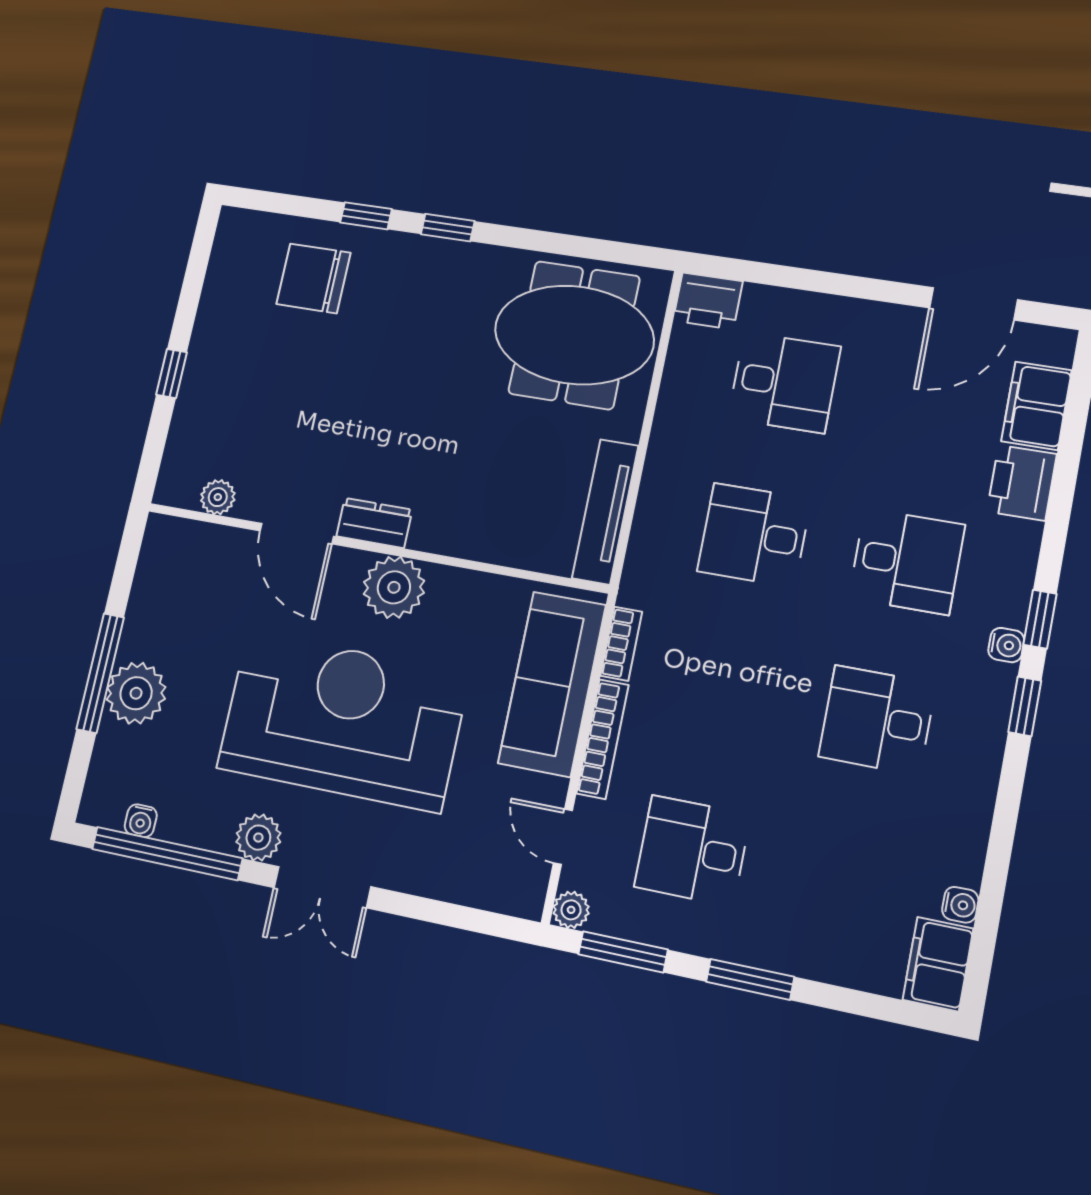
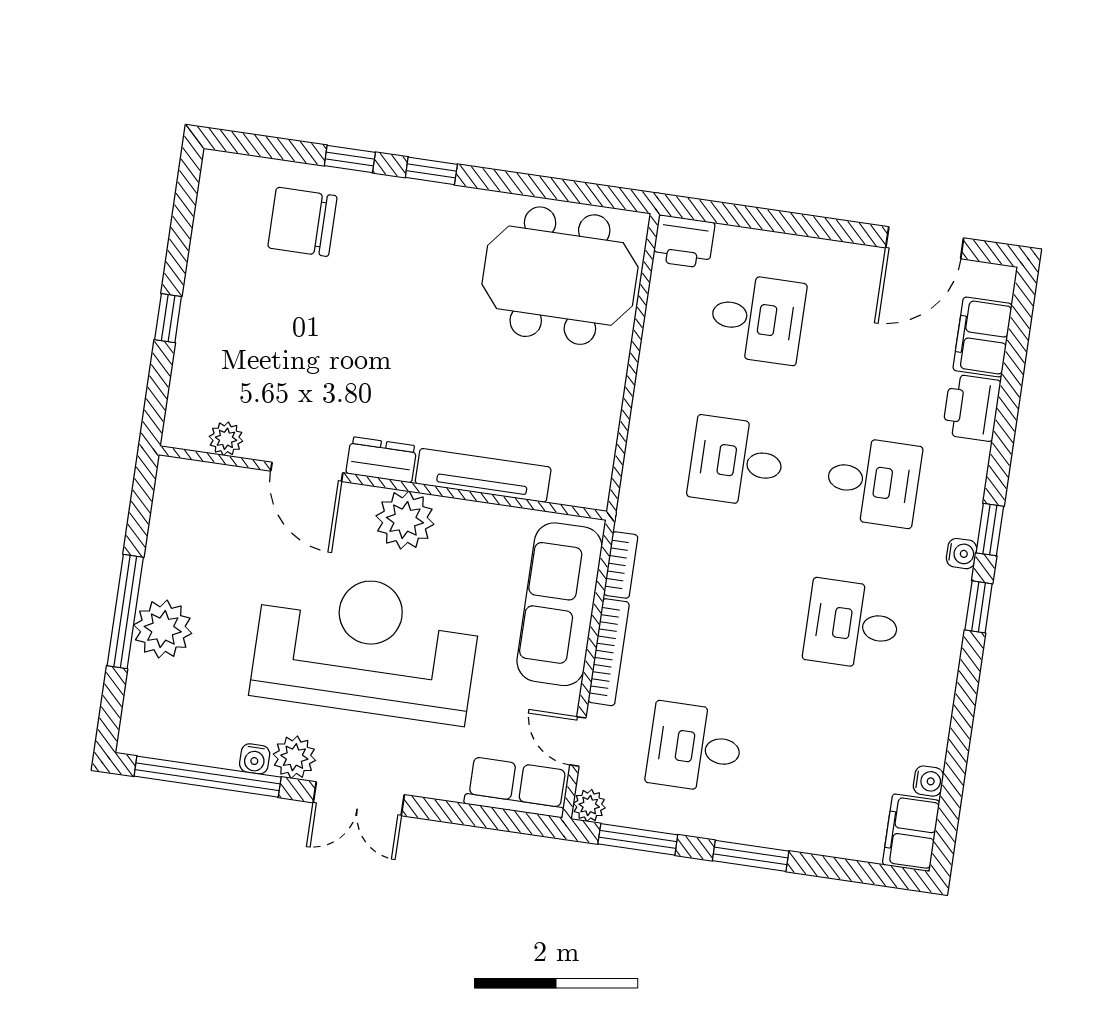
tv unit: (605, 512) -> (483, 475), moved, turned 90
water cooler: (141, 821) -> (255, 759), moved
row of seats: (493, 884) -> (517, 787), added

